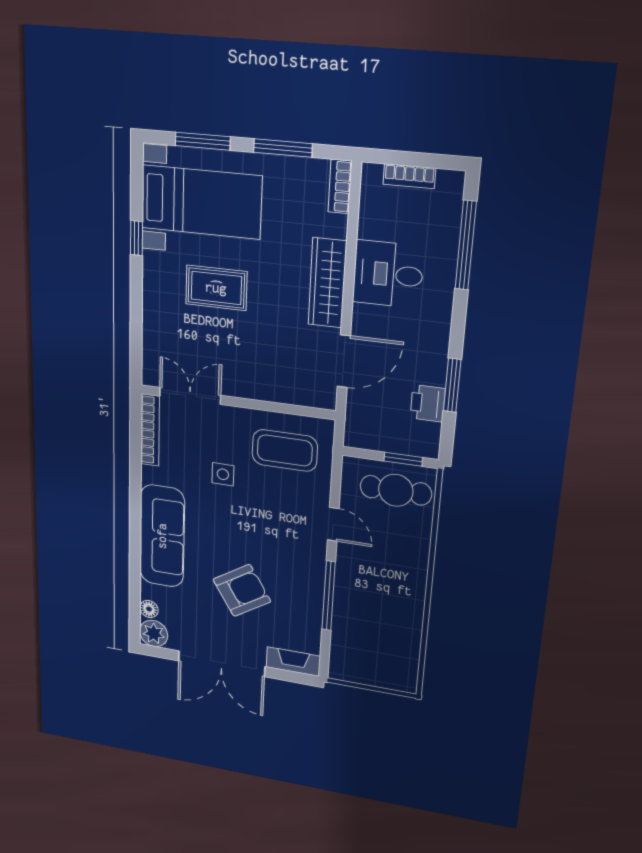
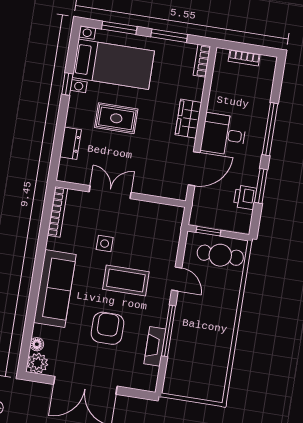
window: (466, 245) -> (270, 129), moved
desk: (388, 274) -> (224, 134), moved
wardrobe: (327, 283) -> (188, 119), width x0.67
dresser: (154, 329) -> (70, 143), added
double door: (190, 396) -> (110, 192), moved
coffee table: (285, 450) -> (126, 281), moved
window: (403, 459) -> (208, 231), moved
armchair: (242, 590) -> (107, 328), turned -58
fireplace: (293, 662) -> (155, 346), moved, turned -90

